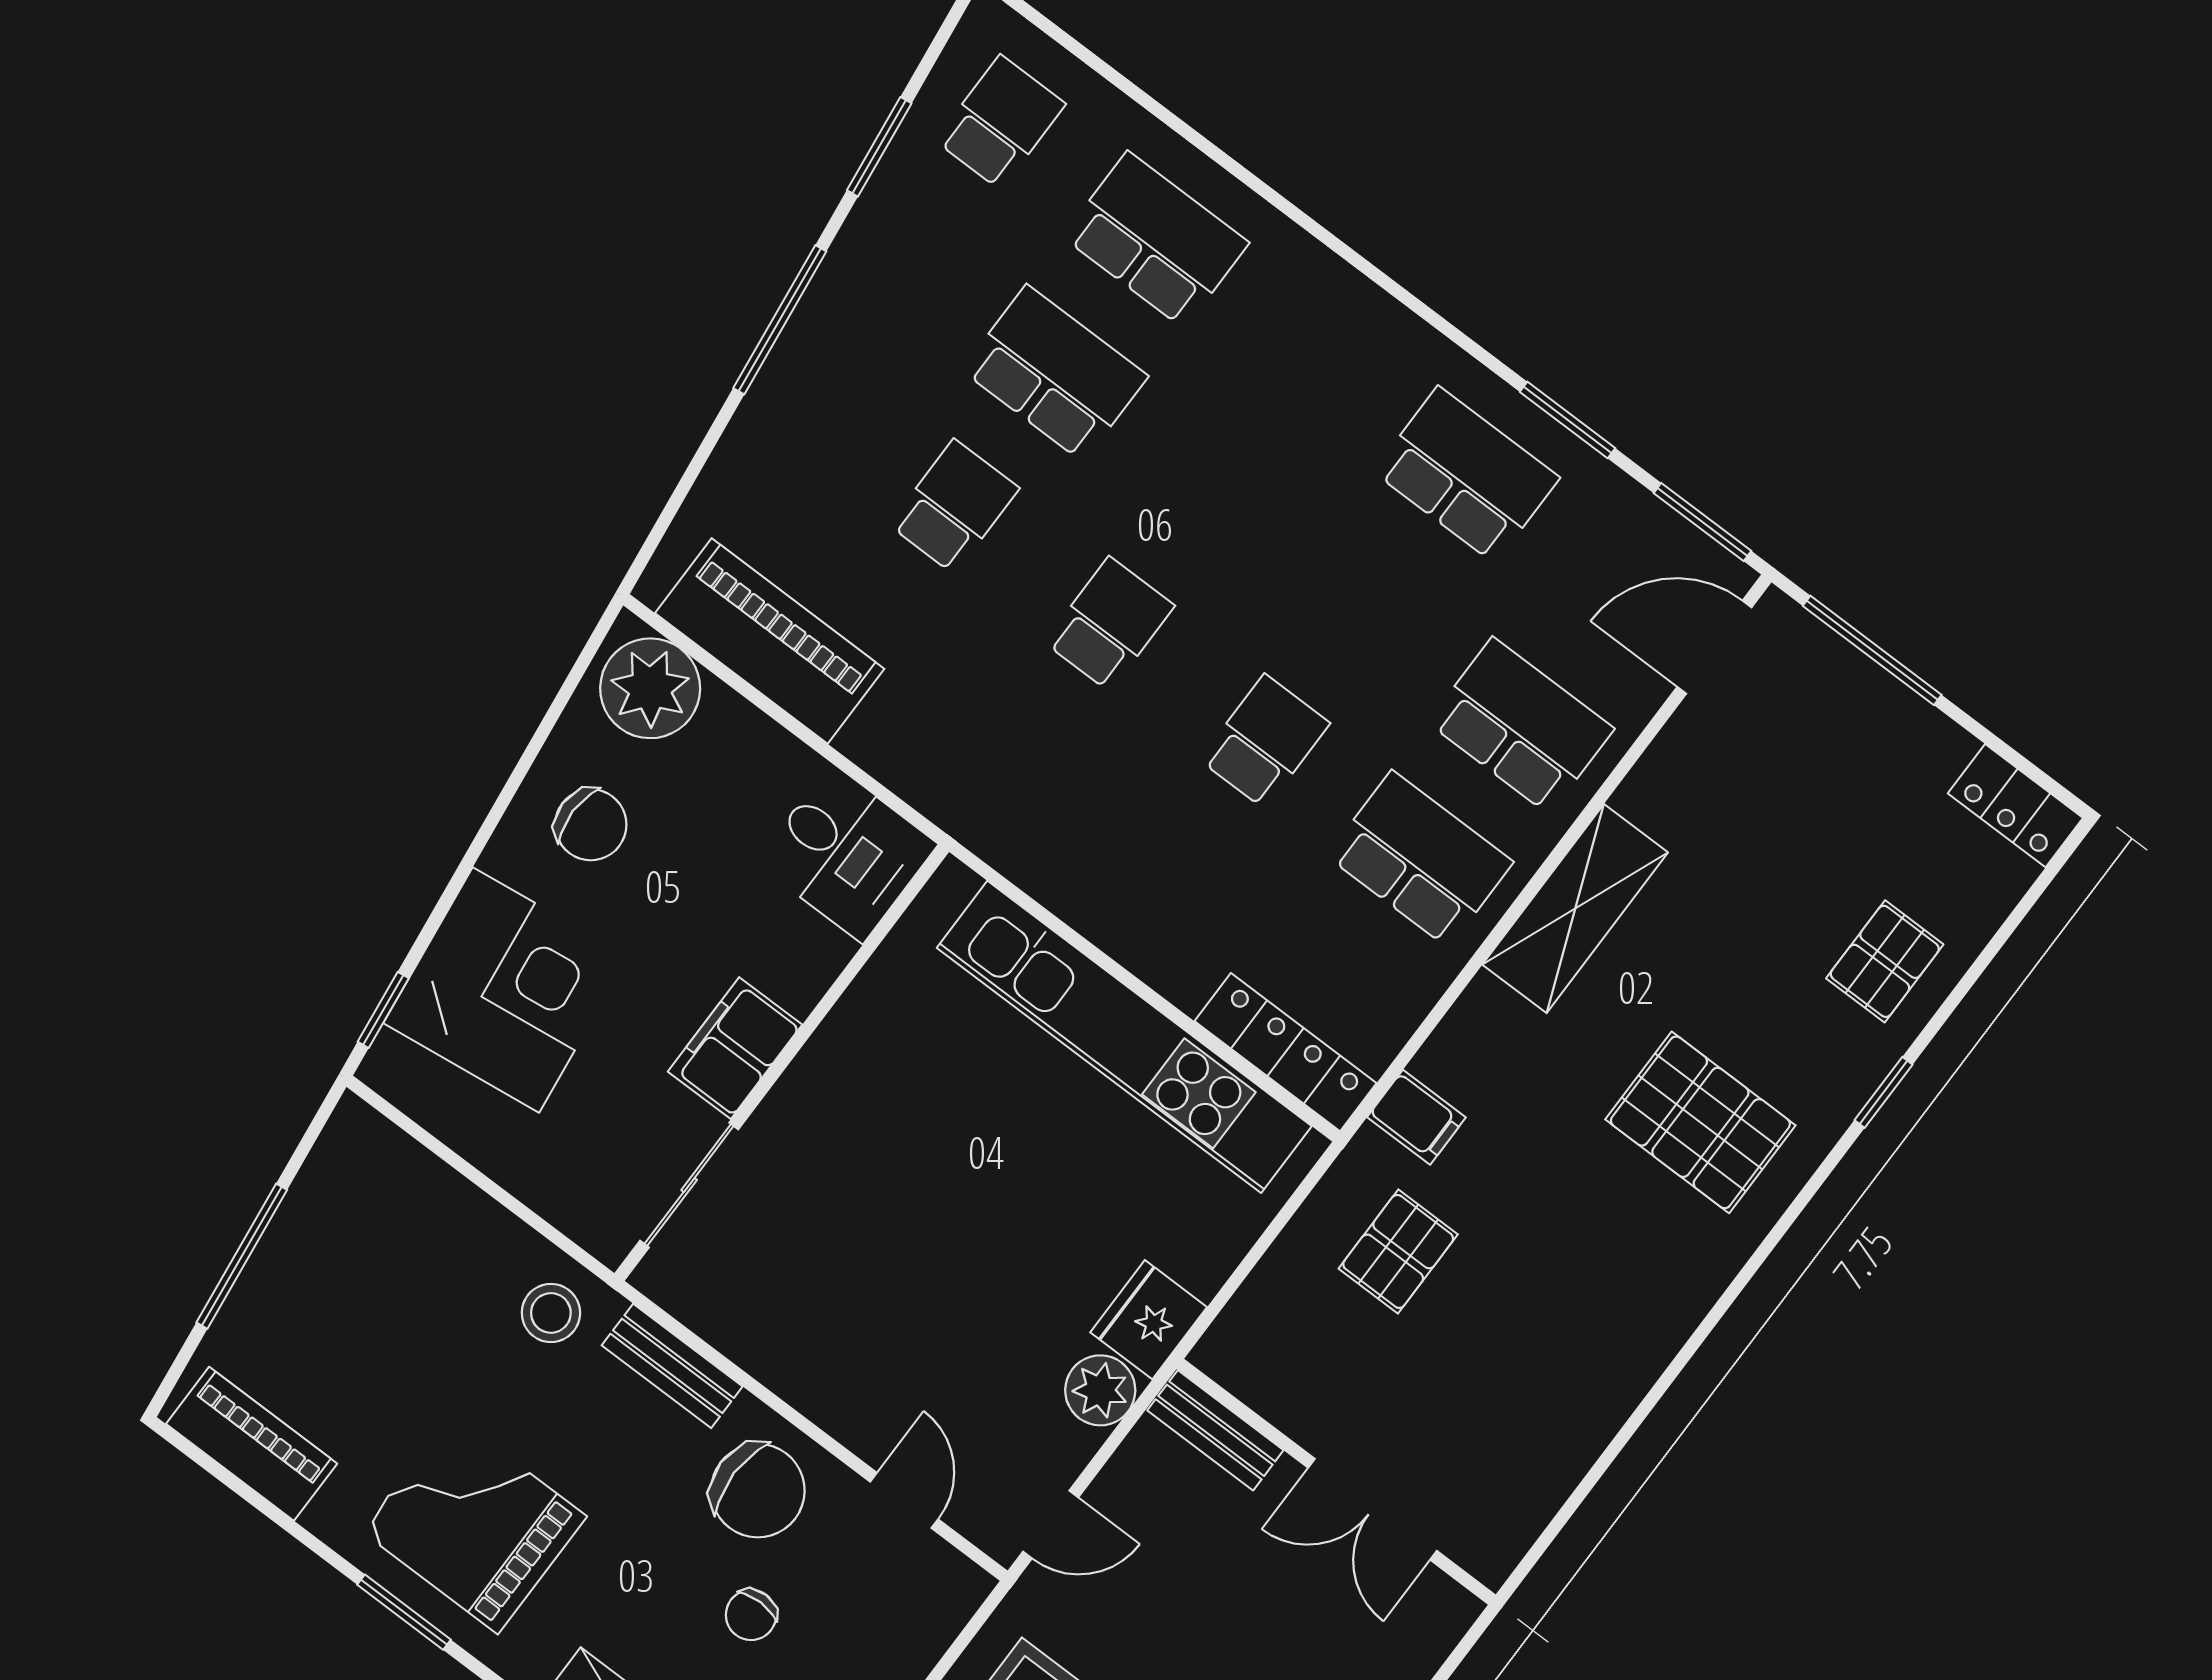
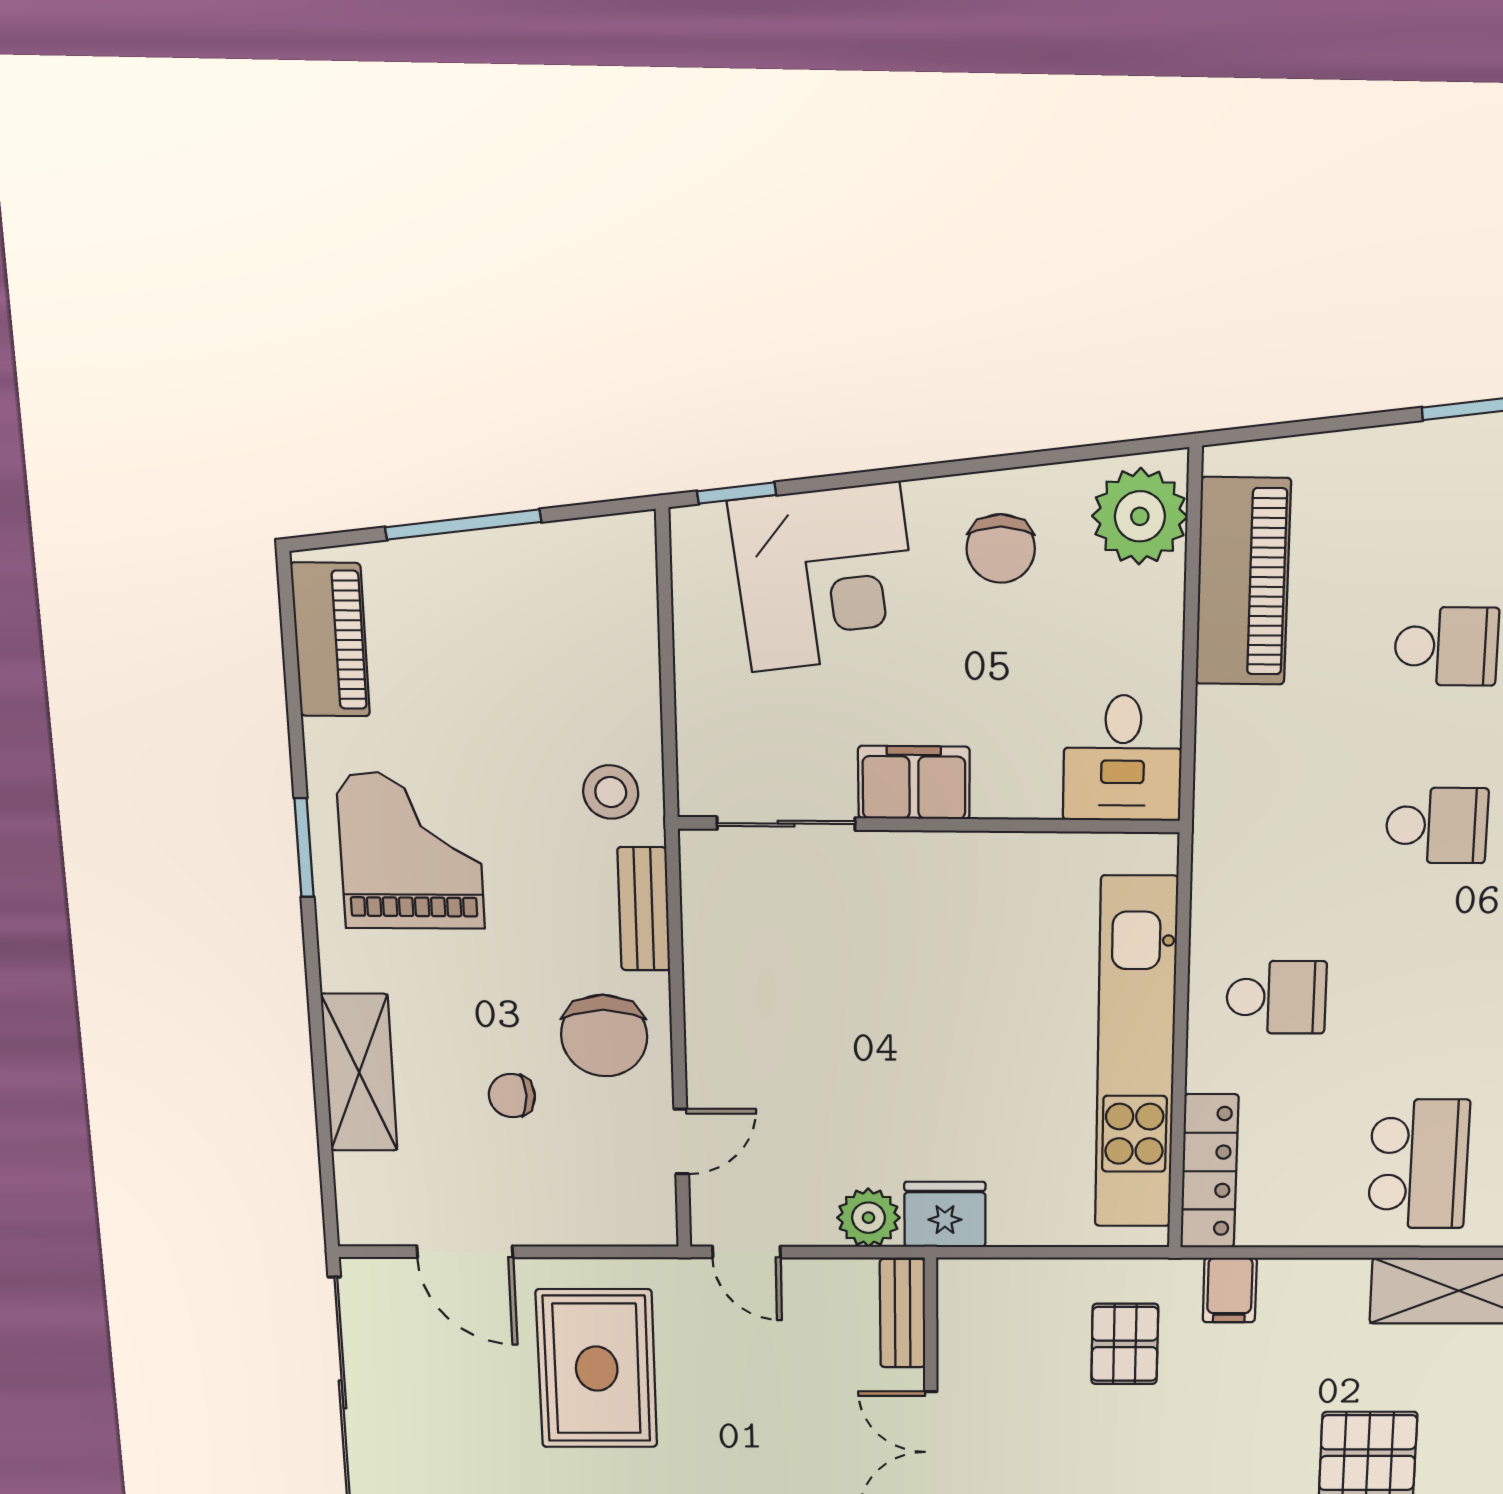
school desk: (1265, 741) -> (1276, 997), moved
pallet: (1398, 1251) -> (1125, 1344), turned 90

